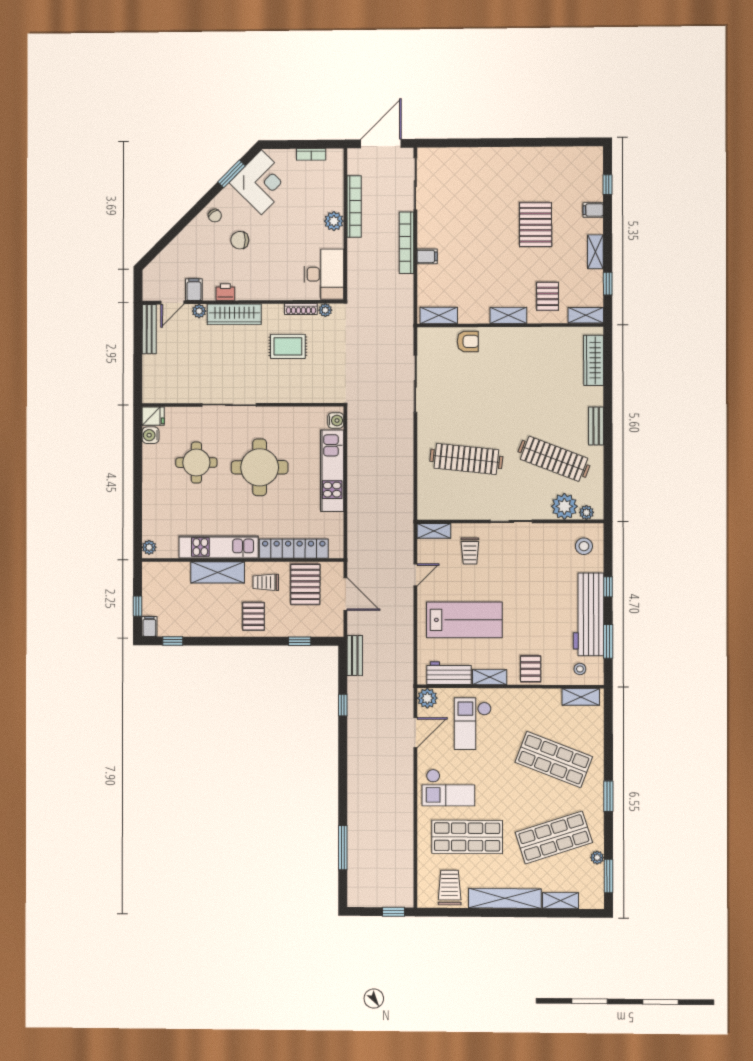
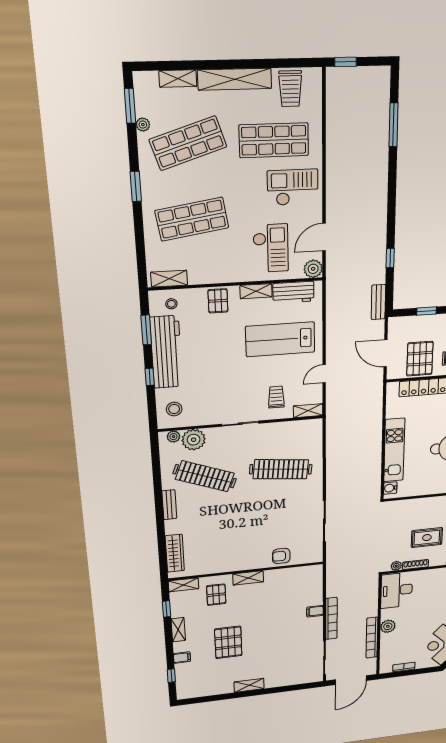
shelving: (439, 315) -> (249, 685), moved
shop shelf: (554, 760) -> (192, 219), turned -30

